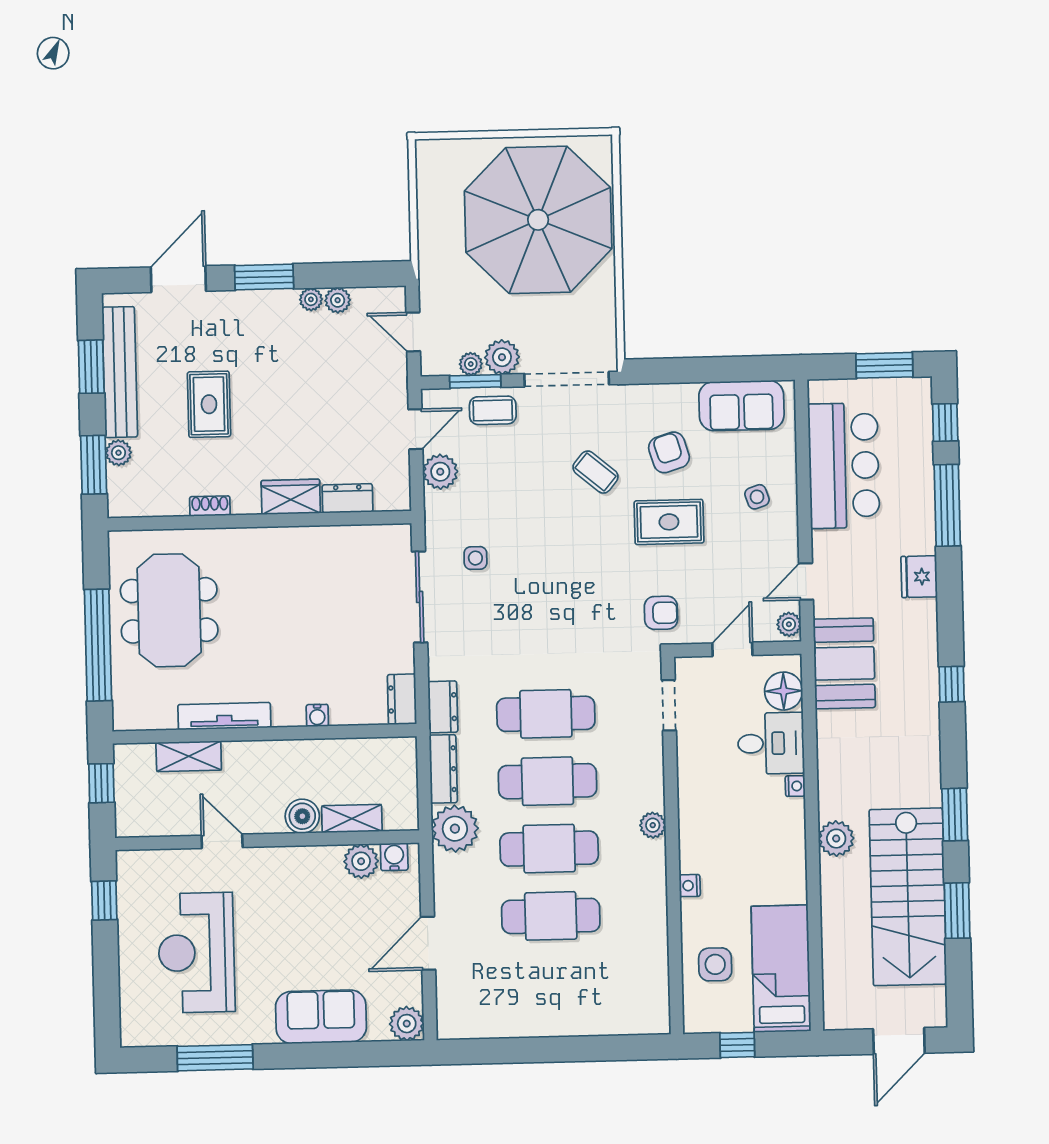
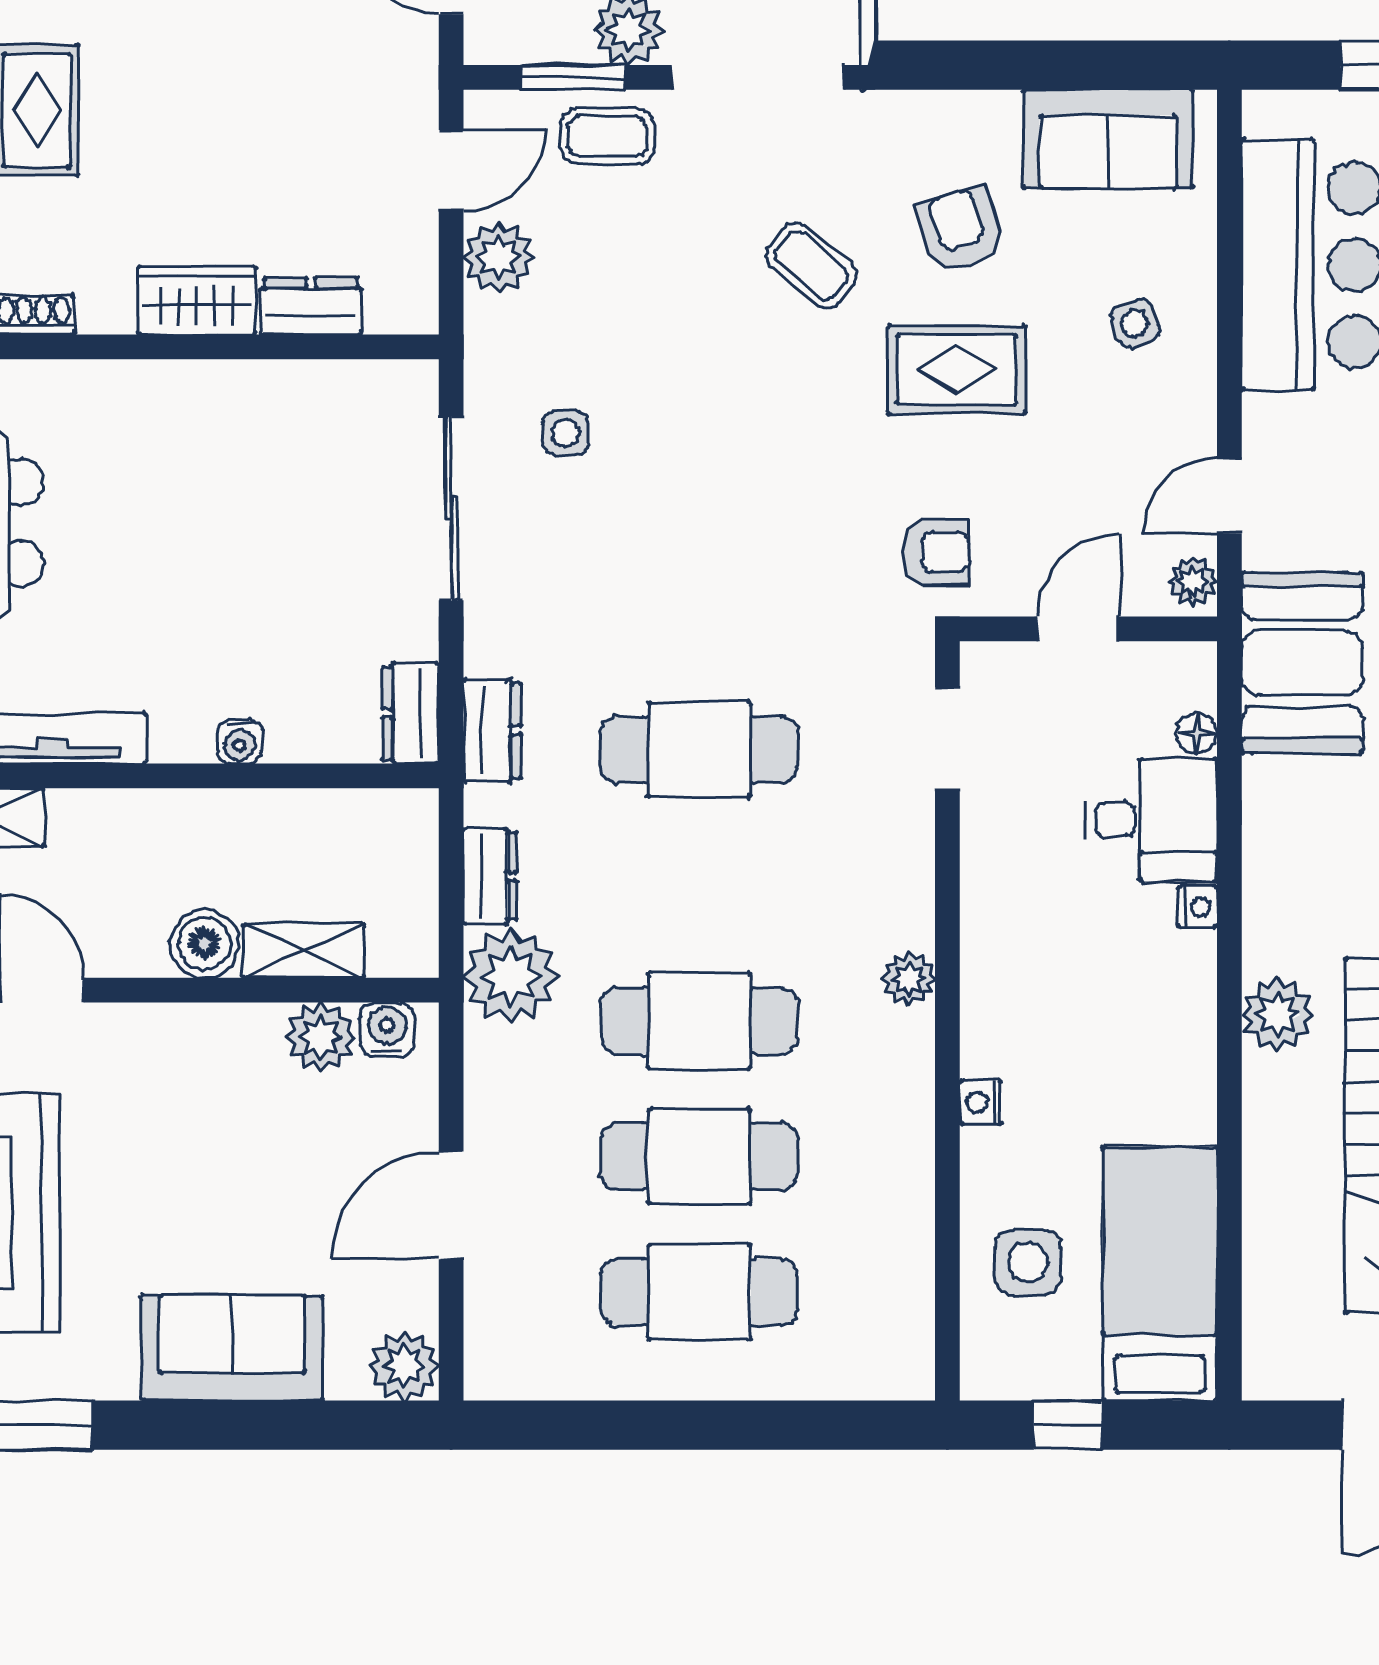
plant: (471, 364) -> (566, 42), removed
floor lamp: (784, 691) -> (1197, 733), width x0.53, depth x0.53
dresser: (443, 769) -> (490, 876), width x0.70
cafe table: (547, 781) -> (699, 1292), moved

